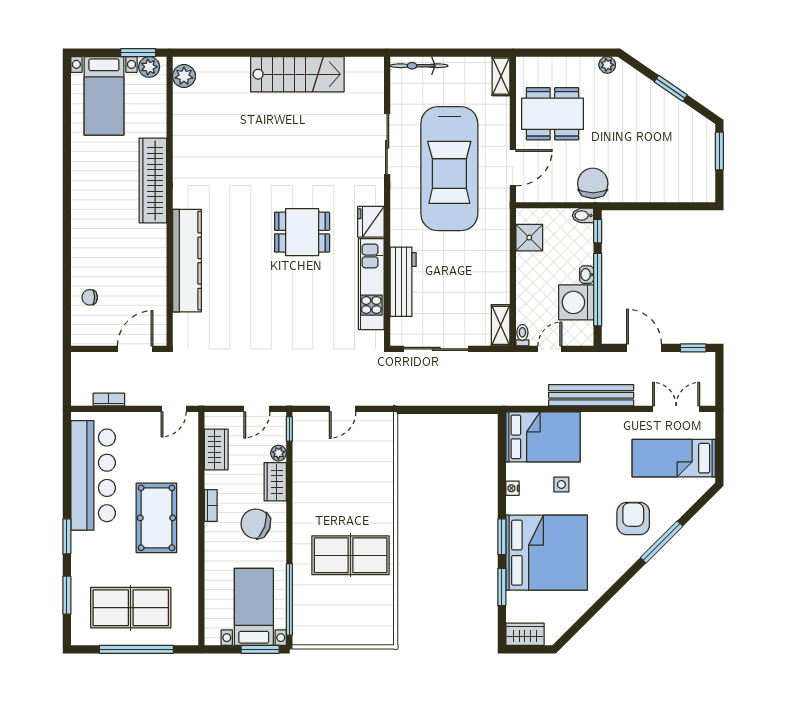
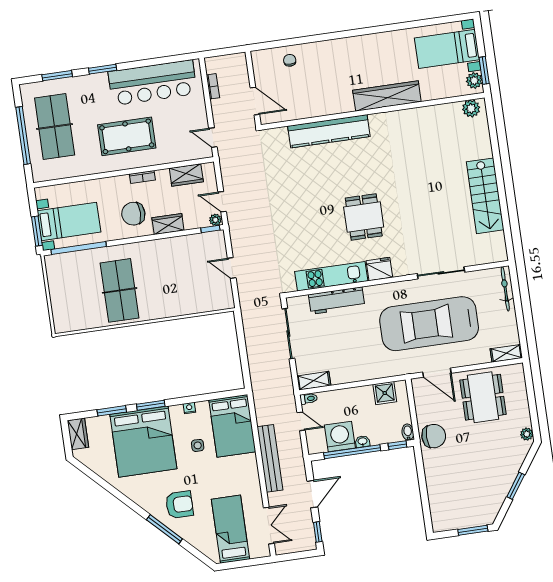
plant: (278, 453) -> (215, 220), moved
chair: (256, 524) -> (133, 214), turned -110

